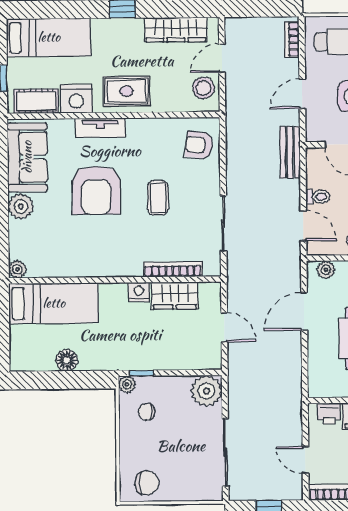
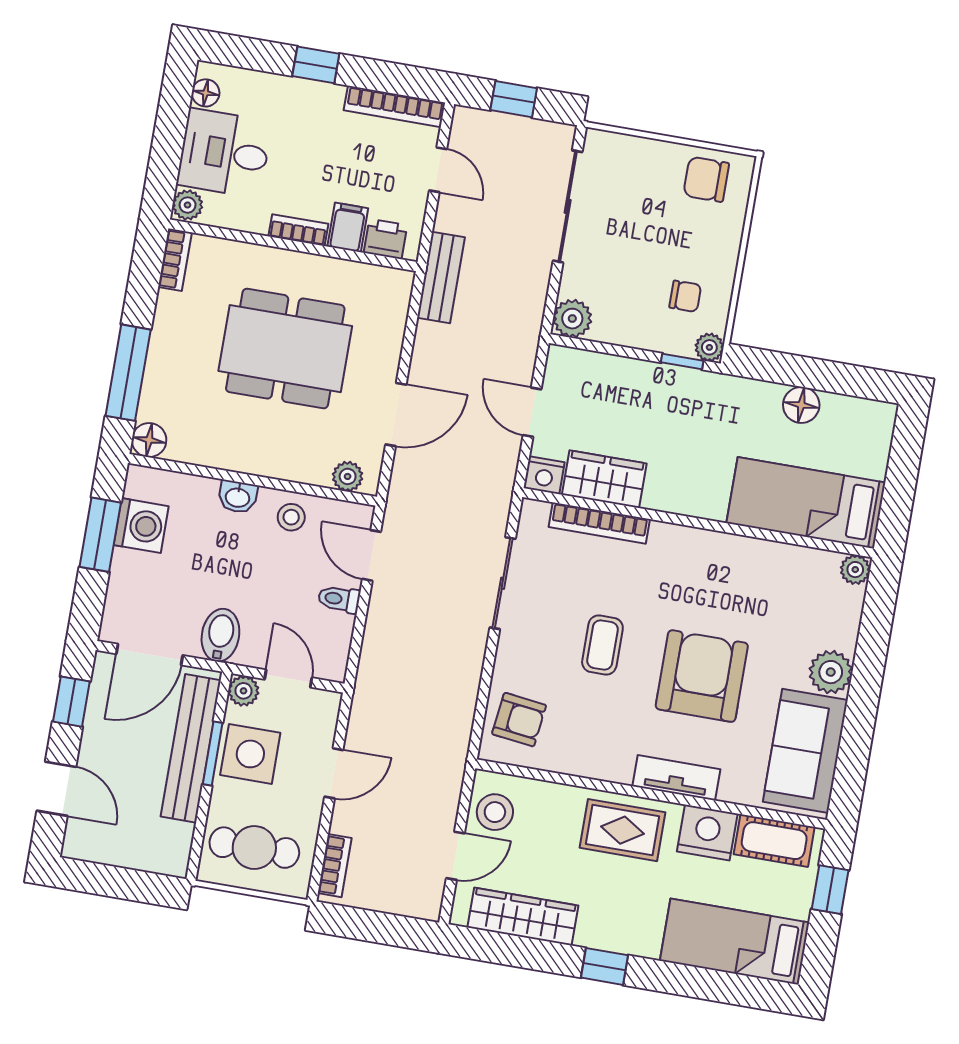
bench: (290, 152) -> (441, 278), moved
nightstand: (139, 292) -> (544, 475), moved
plant: (206, 391) -> (572, 319), width x0.73, depth x0.73

